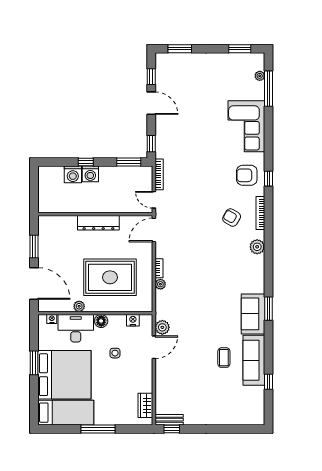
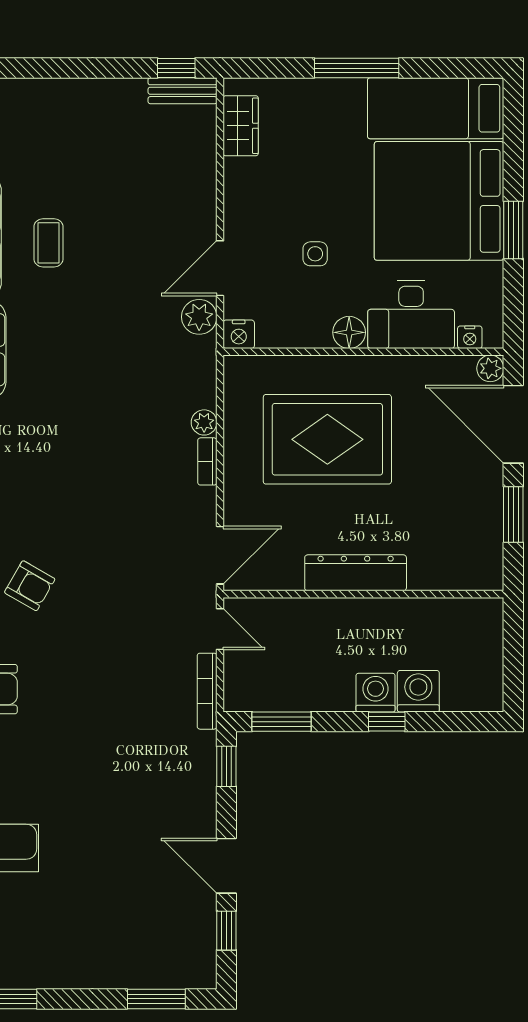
plant: (79, 306) -> (490, 368), moved
nightstand: (133, 320) -> (239, 334), moved

